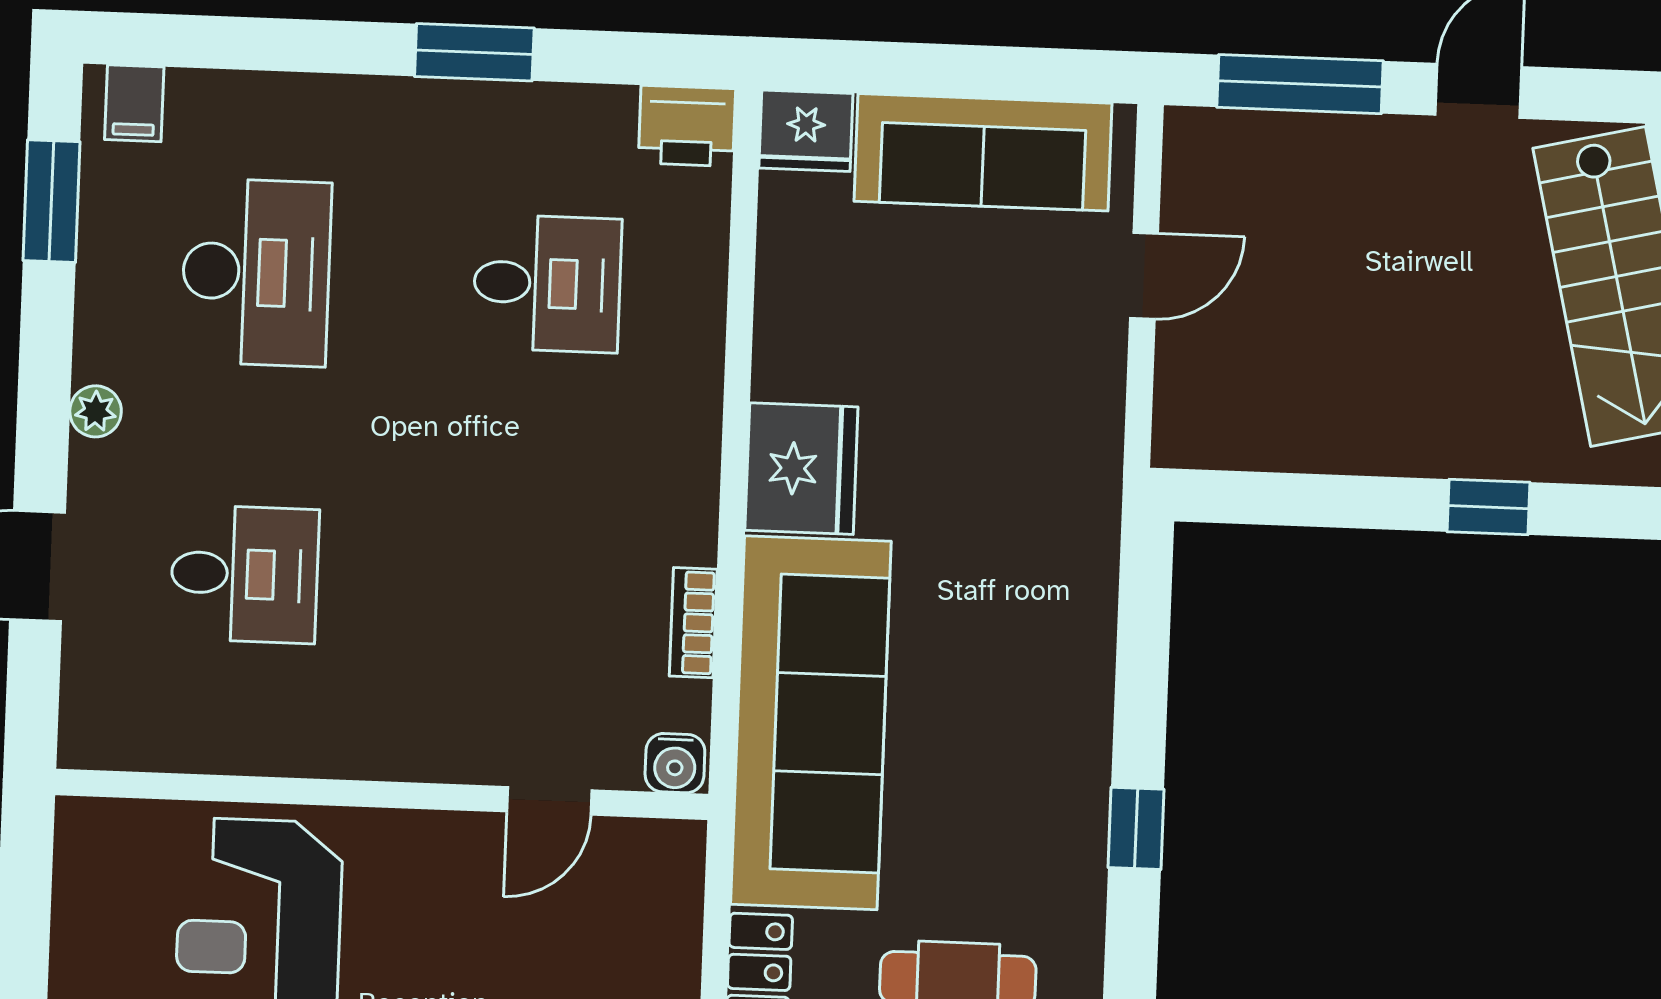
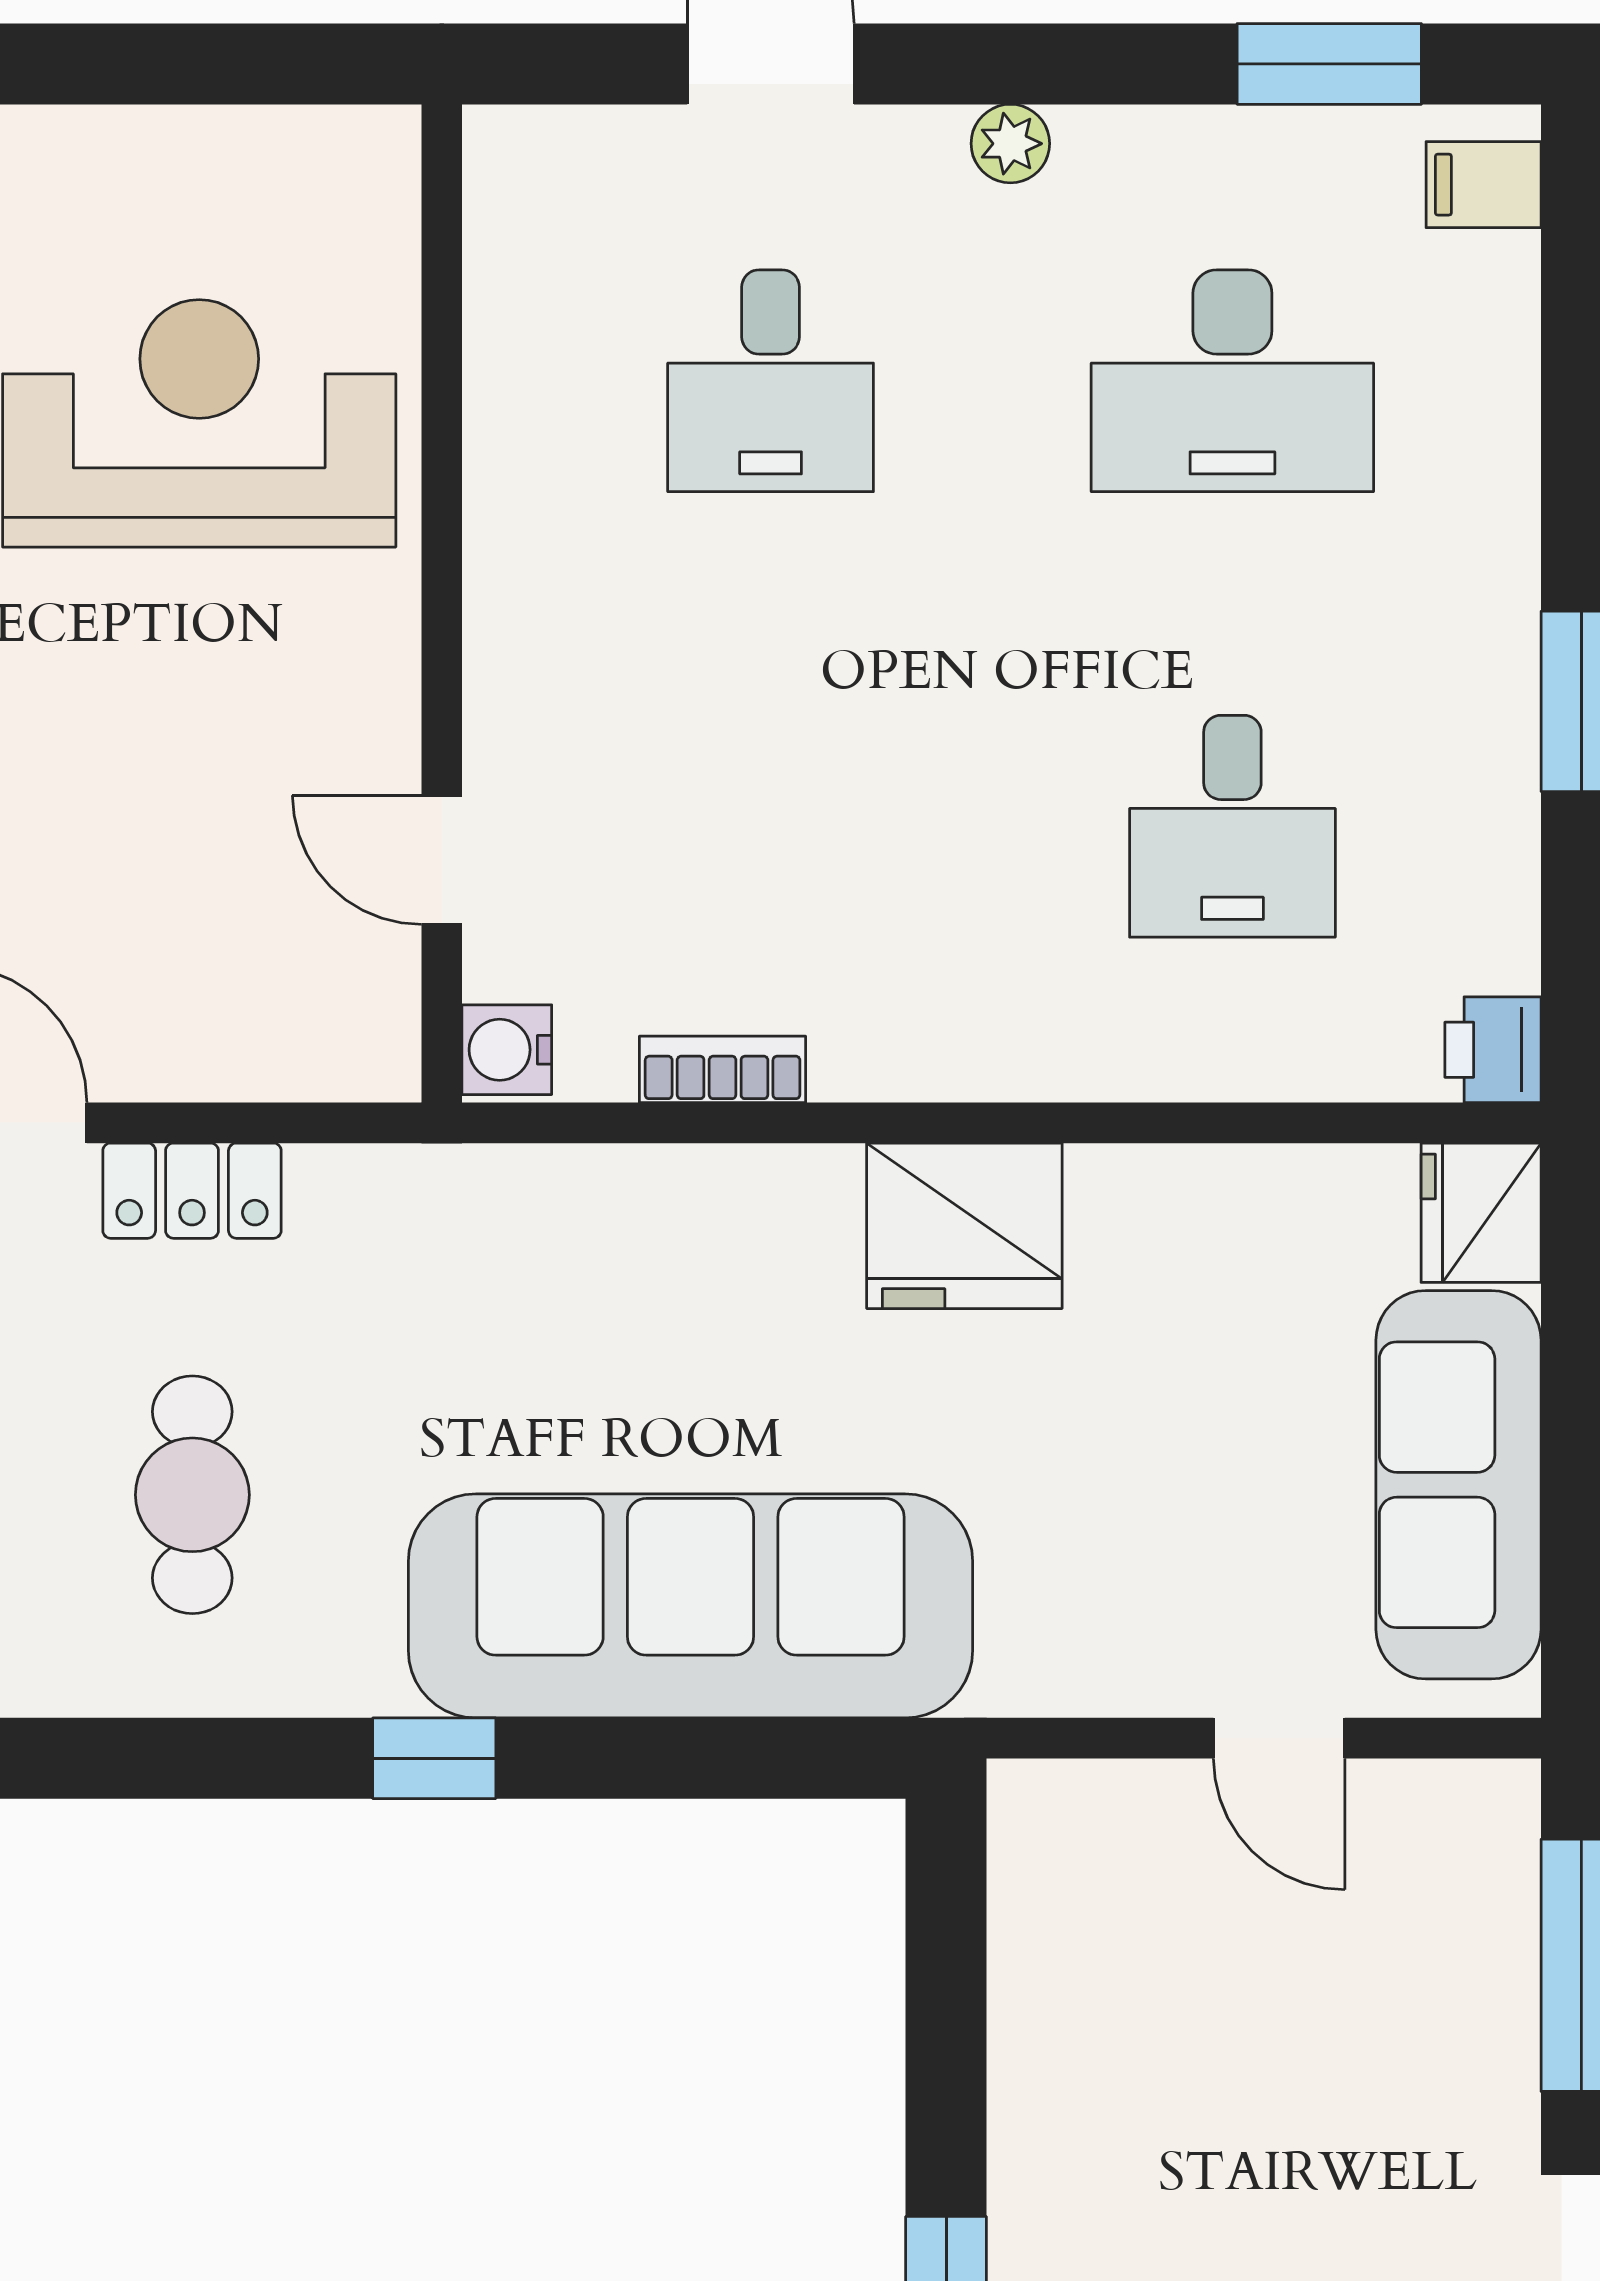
printer: (687, 126) -> (1493, 1050), width x0.73, depth x0.81
sofa: (811, 723) -> (691, 1606), moved, turned 180

